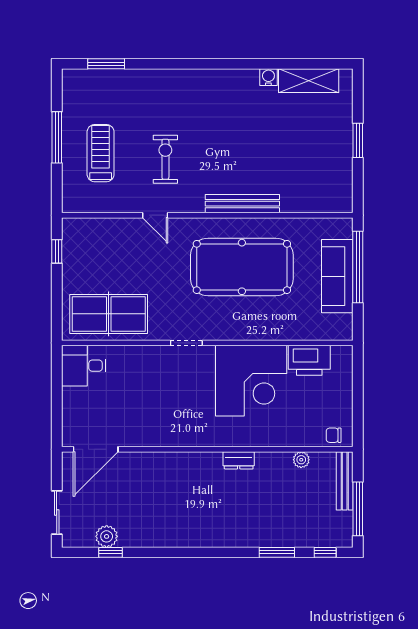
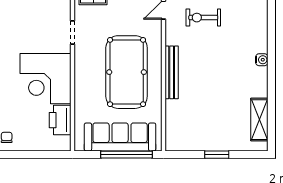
water cooler: (268, 77) -> (262, 60), moved
exercise bike: (165, 159) -> (203, 18), turned 180
sofa: (337, 276) -> (120, 137), width x1.36, depth x1.27

